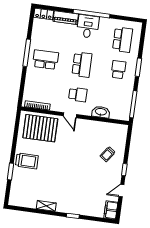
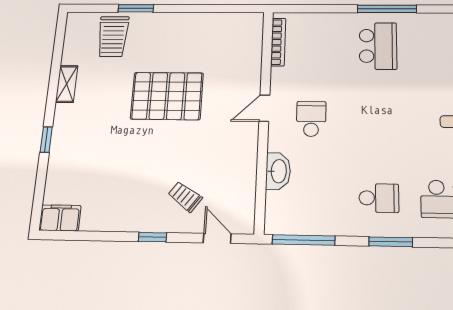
school desk: (82, 65) -> (378, 120), removed
school desk: (78, 95) -> (311, 119), turned 180
pallet: (40, 128) -> (167, 96), moved, turned 90
trolley: (27, 161) -> (113, 36), moved
door: (121, 191) -> (217, 238), moved

